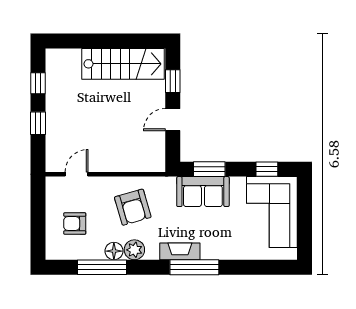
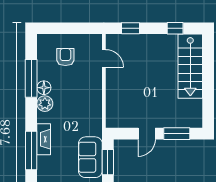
stairs: (123, 64) -> (190, 66), moved
window: (173, 81) -> (177, 134), width x1.50
door: (173, 120) -> (147, 134), swing flipped
window: (38, 123) -> (130, 28), moved
armchair: (133, 207) -> (78, 102), removed

